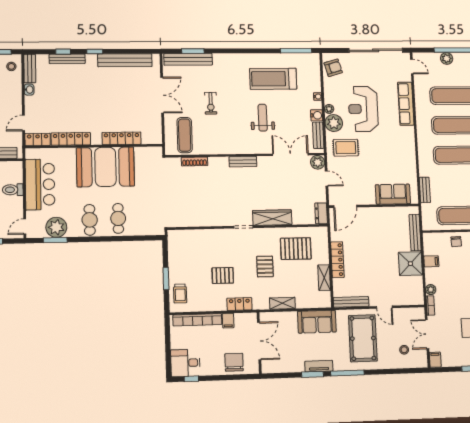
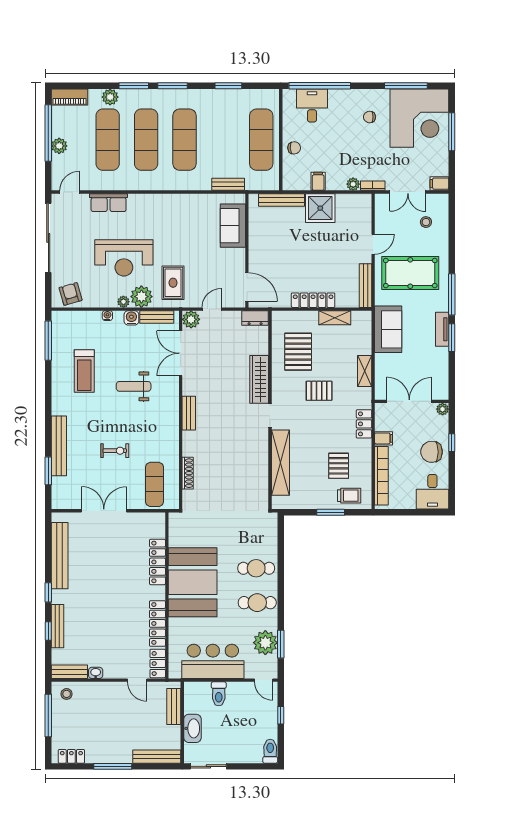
bench: (188, 59) -> (59, 446), moved
treadmill: (273, 79) -> (84, 371), width x0.73, depth x0.73
row of seats: (406, 104) -> (109, 203), width x0.68
exercise mat: (185, 135) -> (154, 484), turned 90
shelving: (205, 236) -> (280, 463), added
pallet: (223, 275) -> (339, 466), moved
chair: (234, 362) -> (432, 452), moved
plant: (254, 369) -> (443, 409), added
window: (191, 379) -> (452, 443), moved

